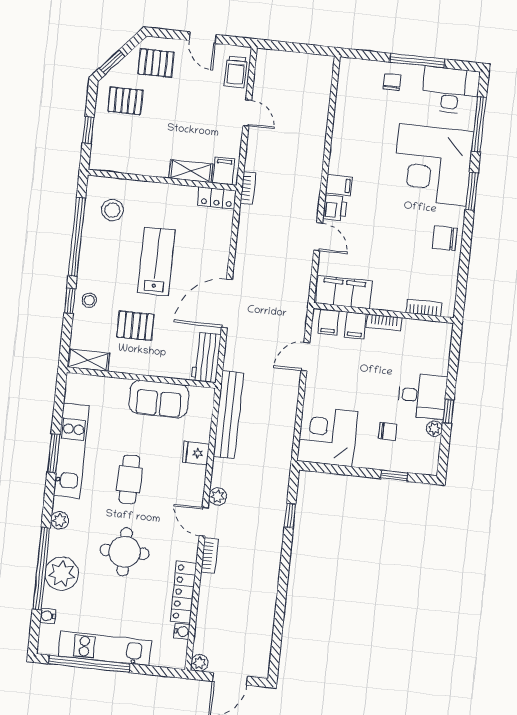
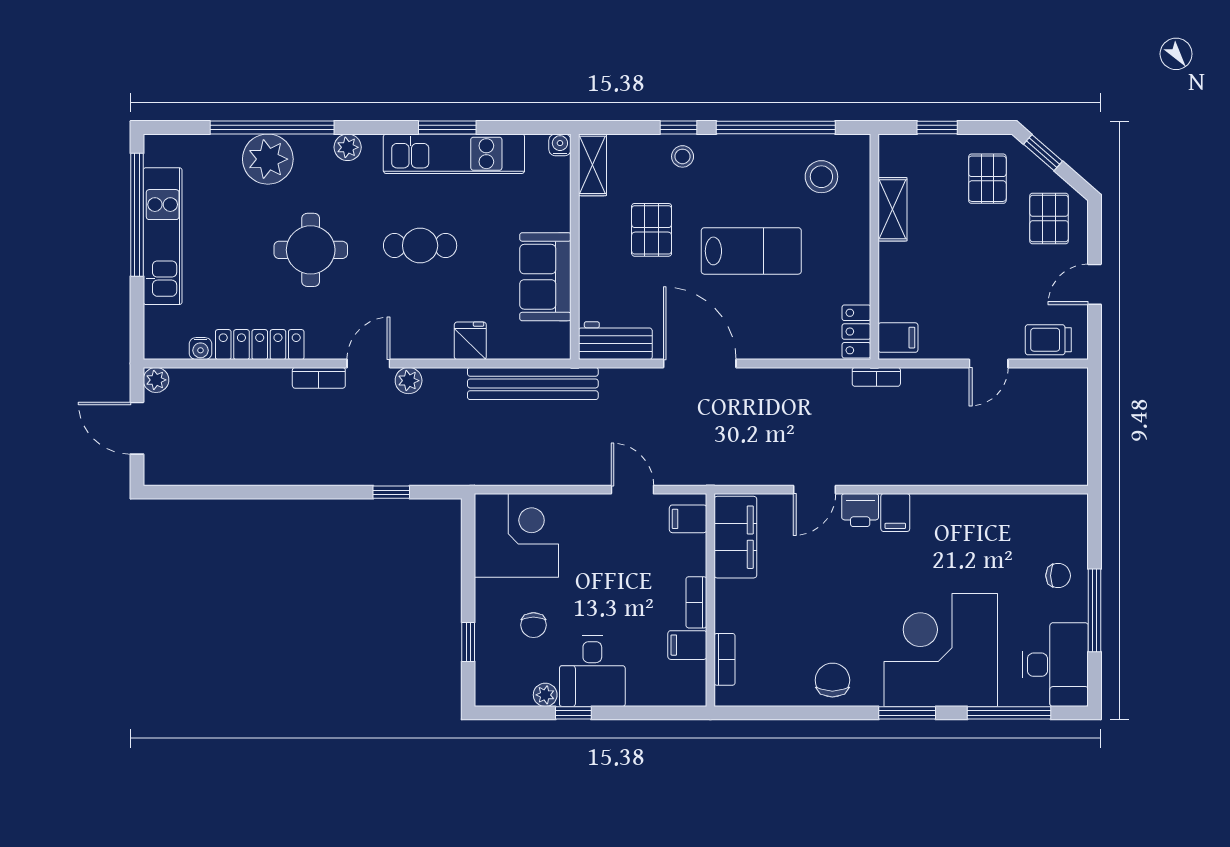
shelving: (191, 171) -> (893, 209), moved
filing cabinet: (355, 325) -> (687, 645), moved
water cooler: (48, 616) -> (560, 145), moved

